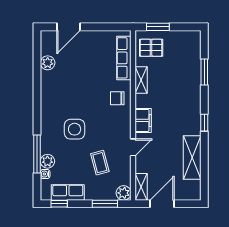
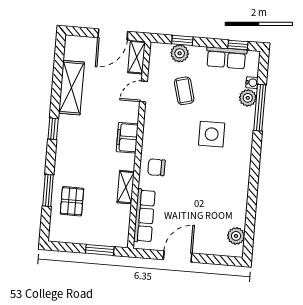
door: (68, 27) -> (178, 256), moved
pallet: (151, 48) -> (72, 201), moved, turned 90
plant: (48, 63) -> (236, 236), moved
chair: (117, 98) -> (156, 167), turned 180
door: (133, 147) -> (144, 91), moved
plant: (124, 193) -> (180, 53), moved
window: (105, 204) -> (182, 40), width x0.67

